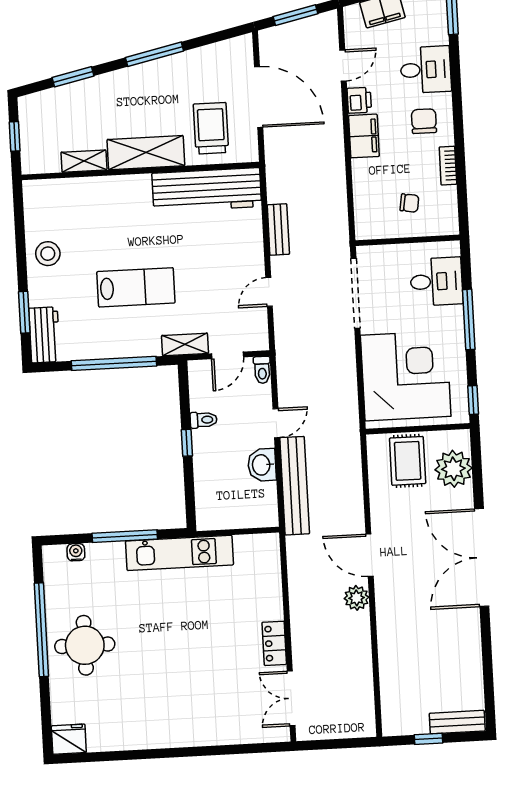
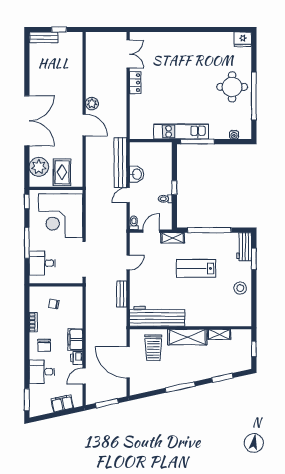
window: (125, 536) -> (198, 142), moved

